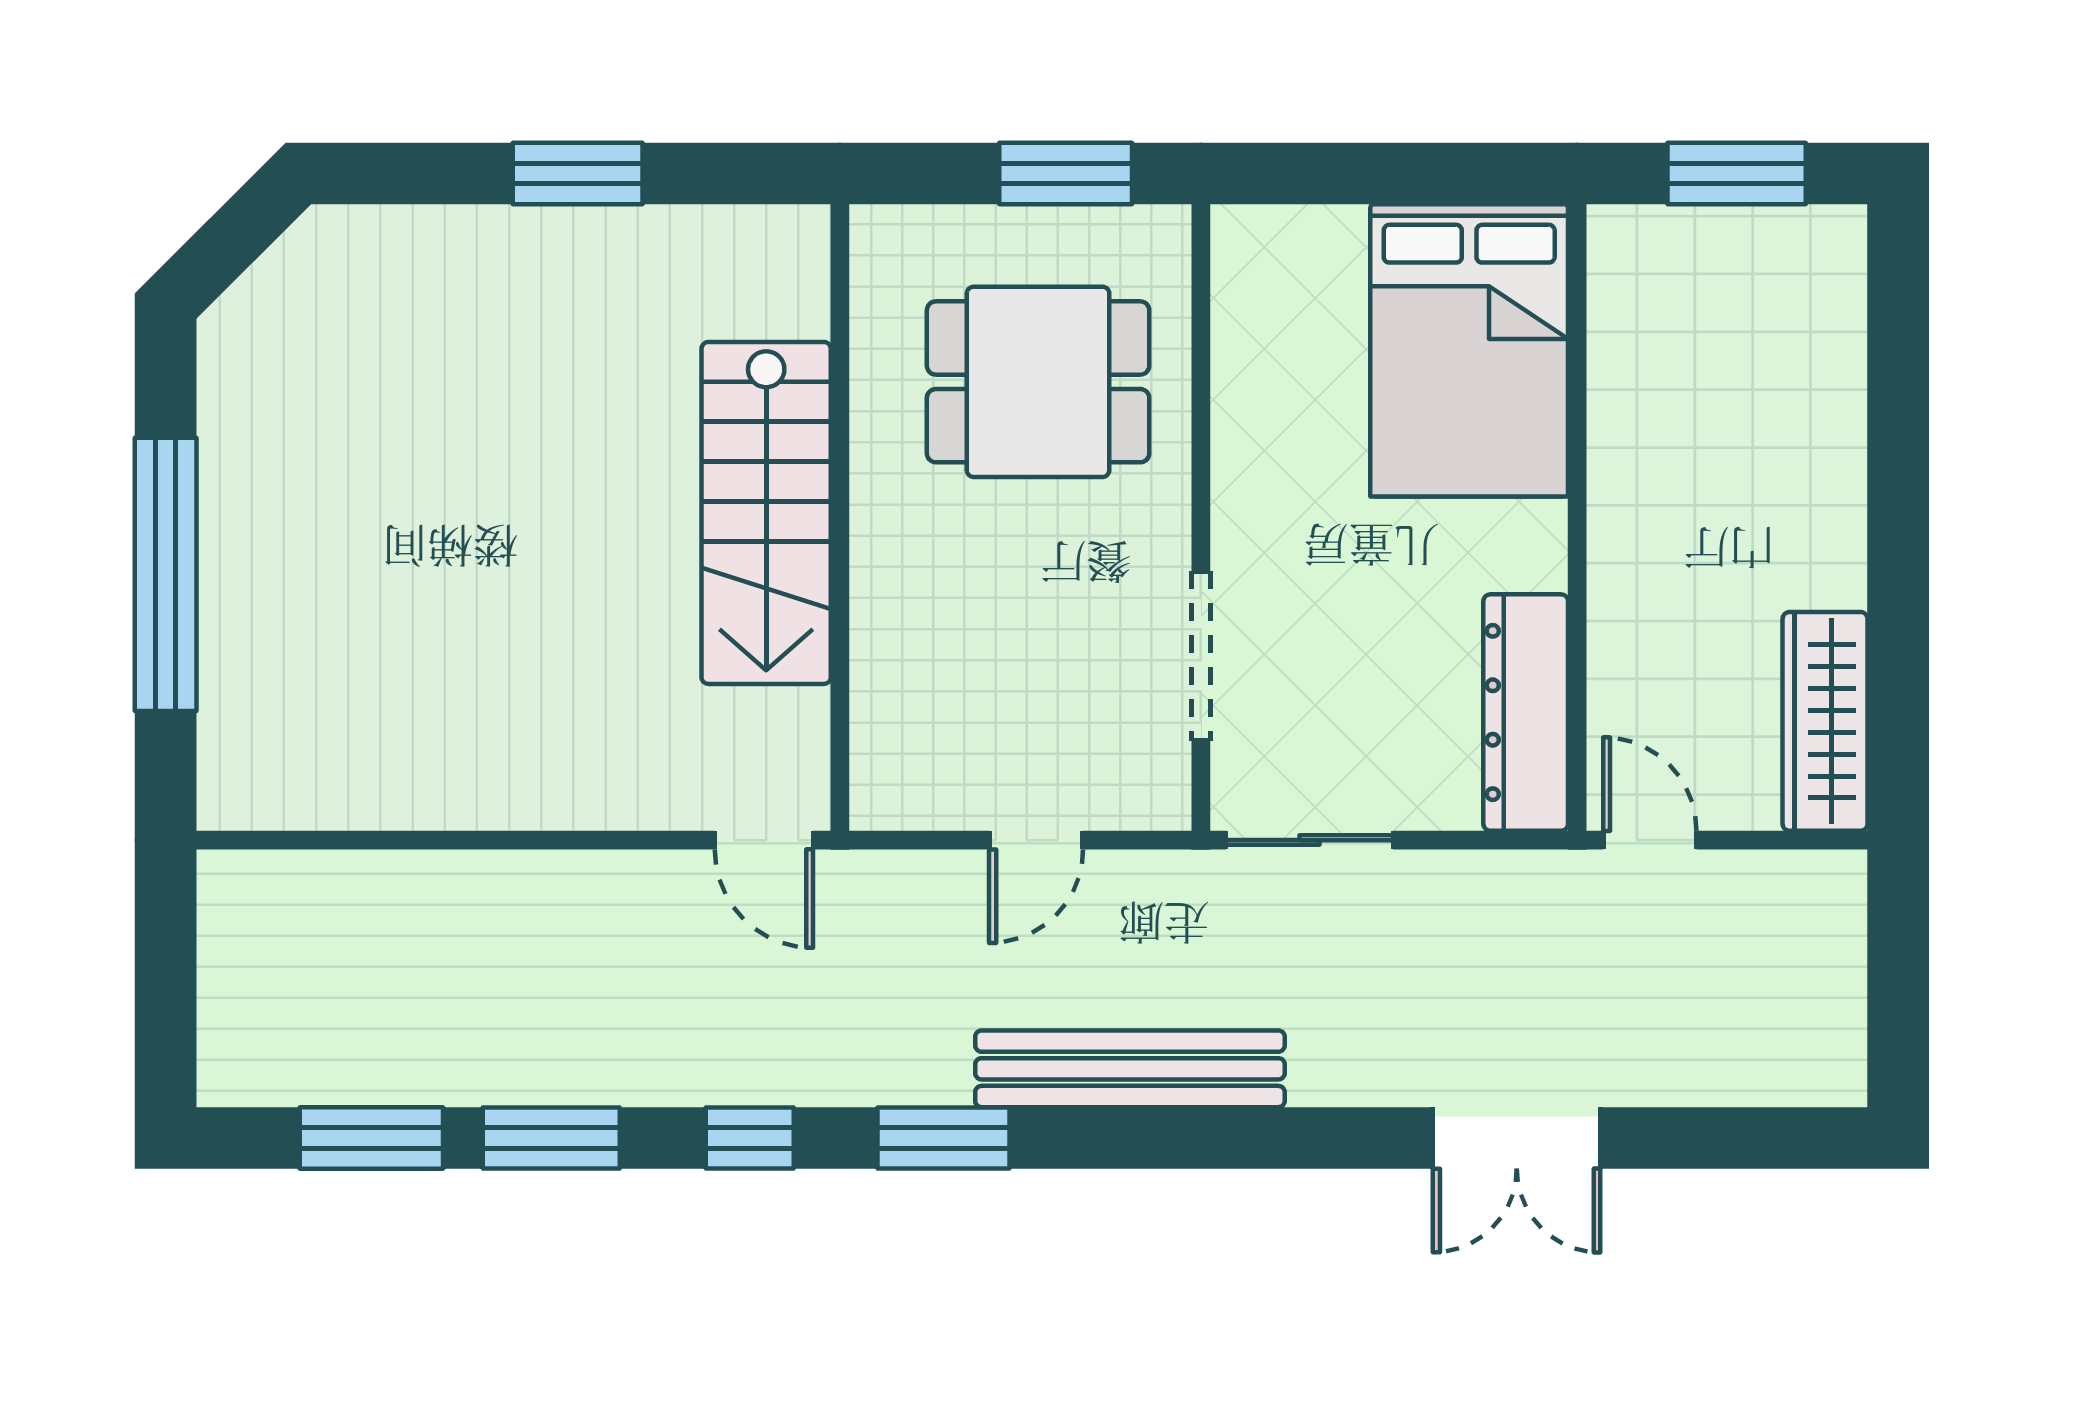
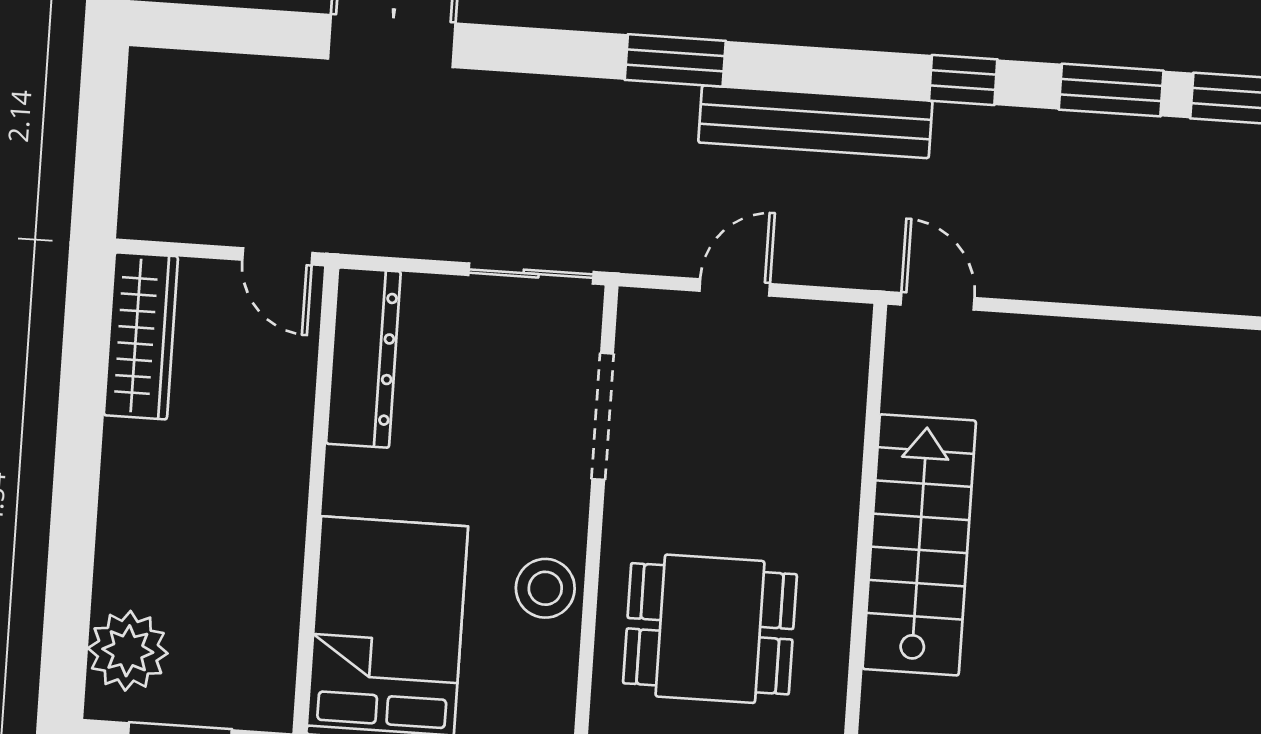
plant: (1814, 299) -> (128, 651), added
stool: (1262, 421) -> (545, 588), added
bench: (1130, 1069) -> (815, 122), moved
window: (944, 1138) -> (675, 60), moved

